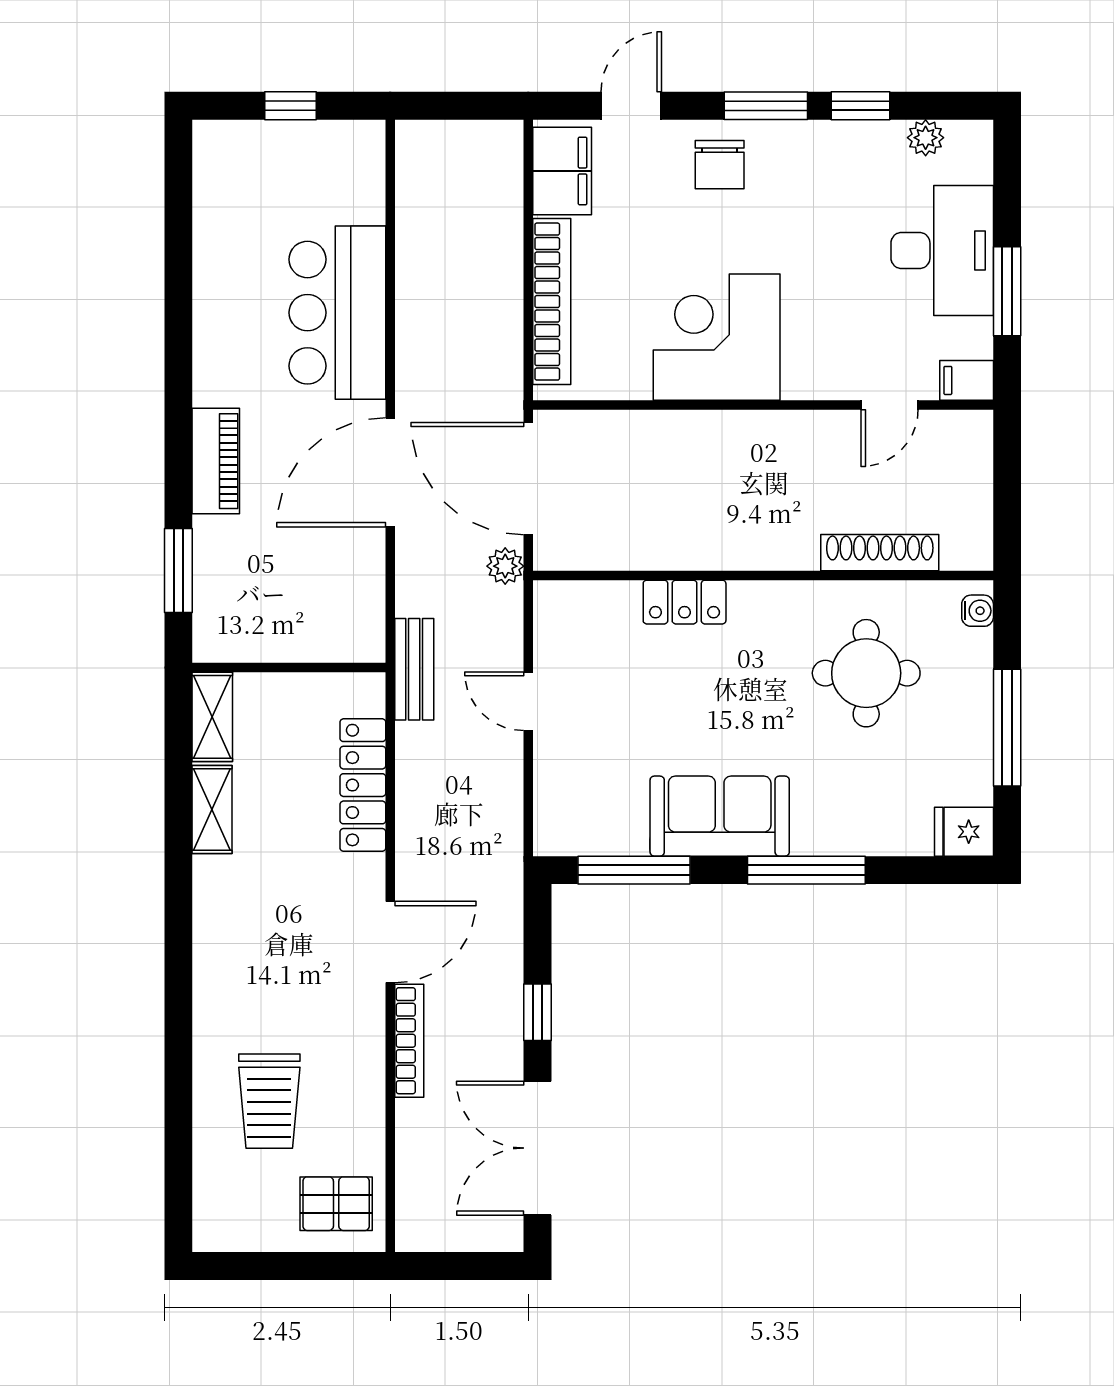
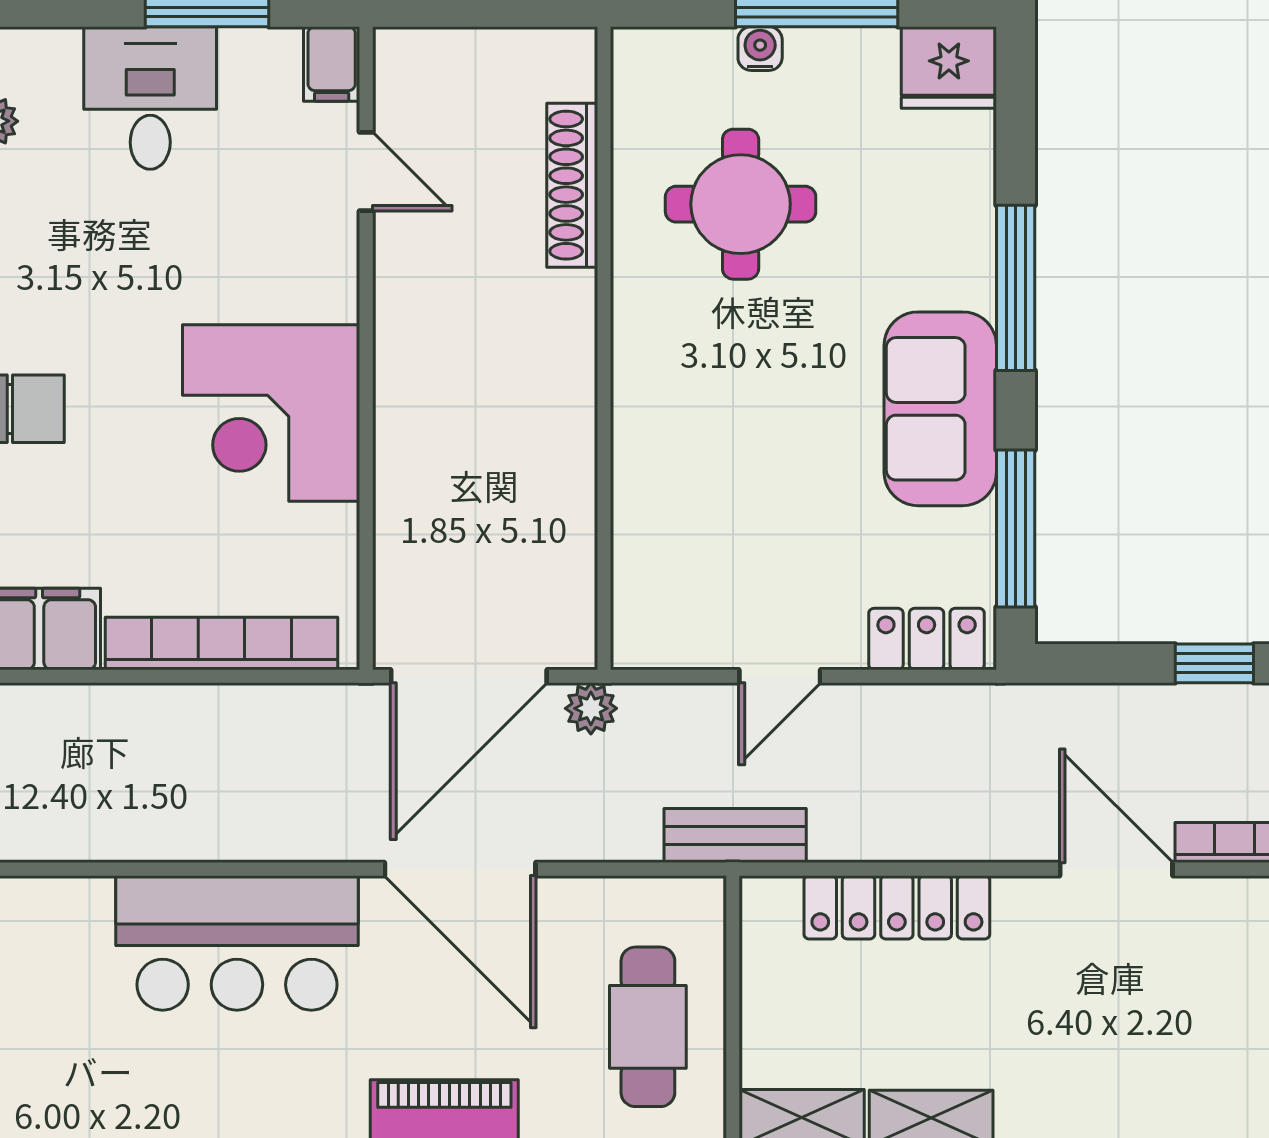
desk: (942, 251) -> (150, 98), width x0.73
locker: (685, 602) -> (927, 639), moved, turned -90
cafe table: (277, 607) -> (648, 1027), added
water cooler: (978, 611) -> (760, 49), moved
fridge: (964, 832) -> (949, 68), width x1.38

